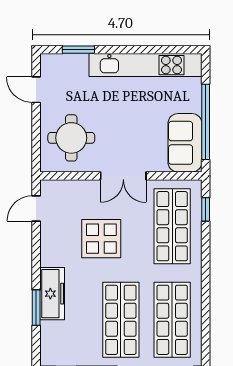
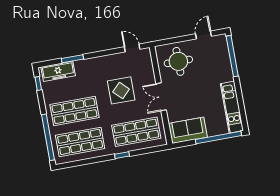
window: (78, 50) -> (232, 56), width x2.11
kitchen unit: (146, 65) -> (232, 107), width x0.73
window: (206, 122) -> (218, 138), moved
window: (206, 209) -> (122, 155), moved
freezer: (52, 294) -> (58, 71), moved

